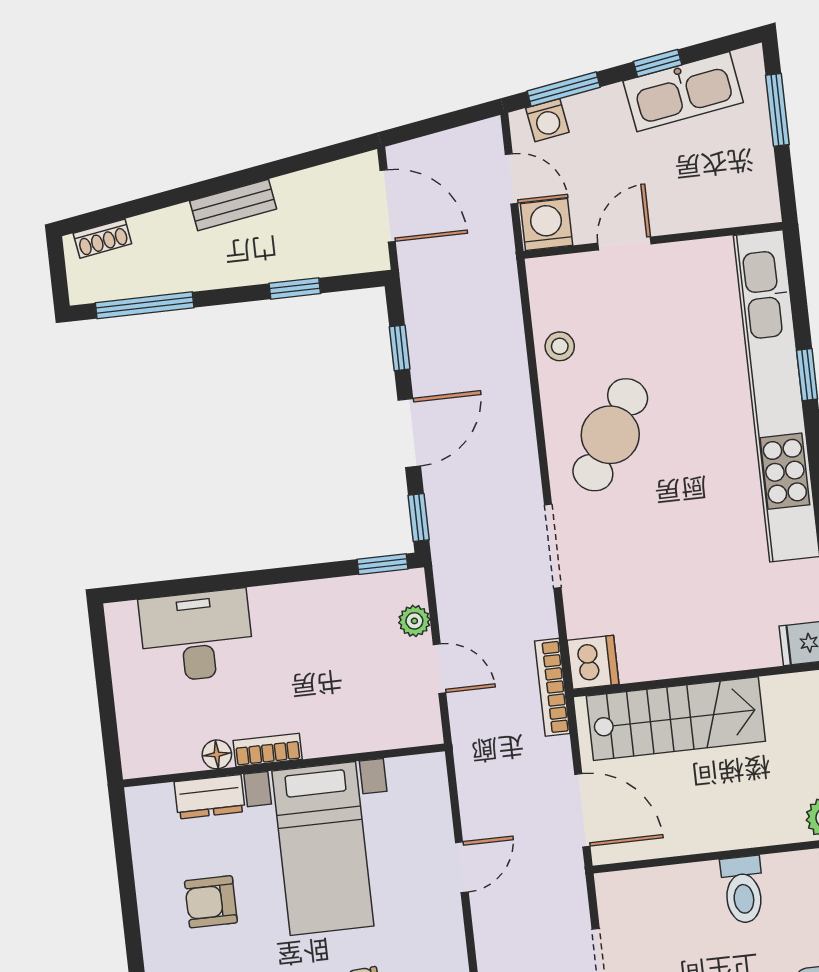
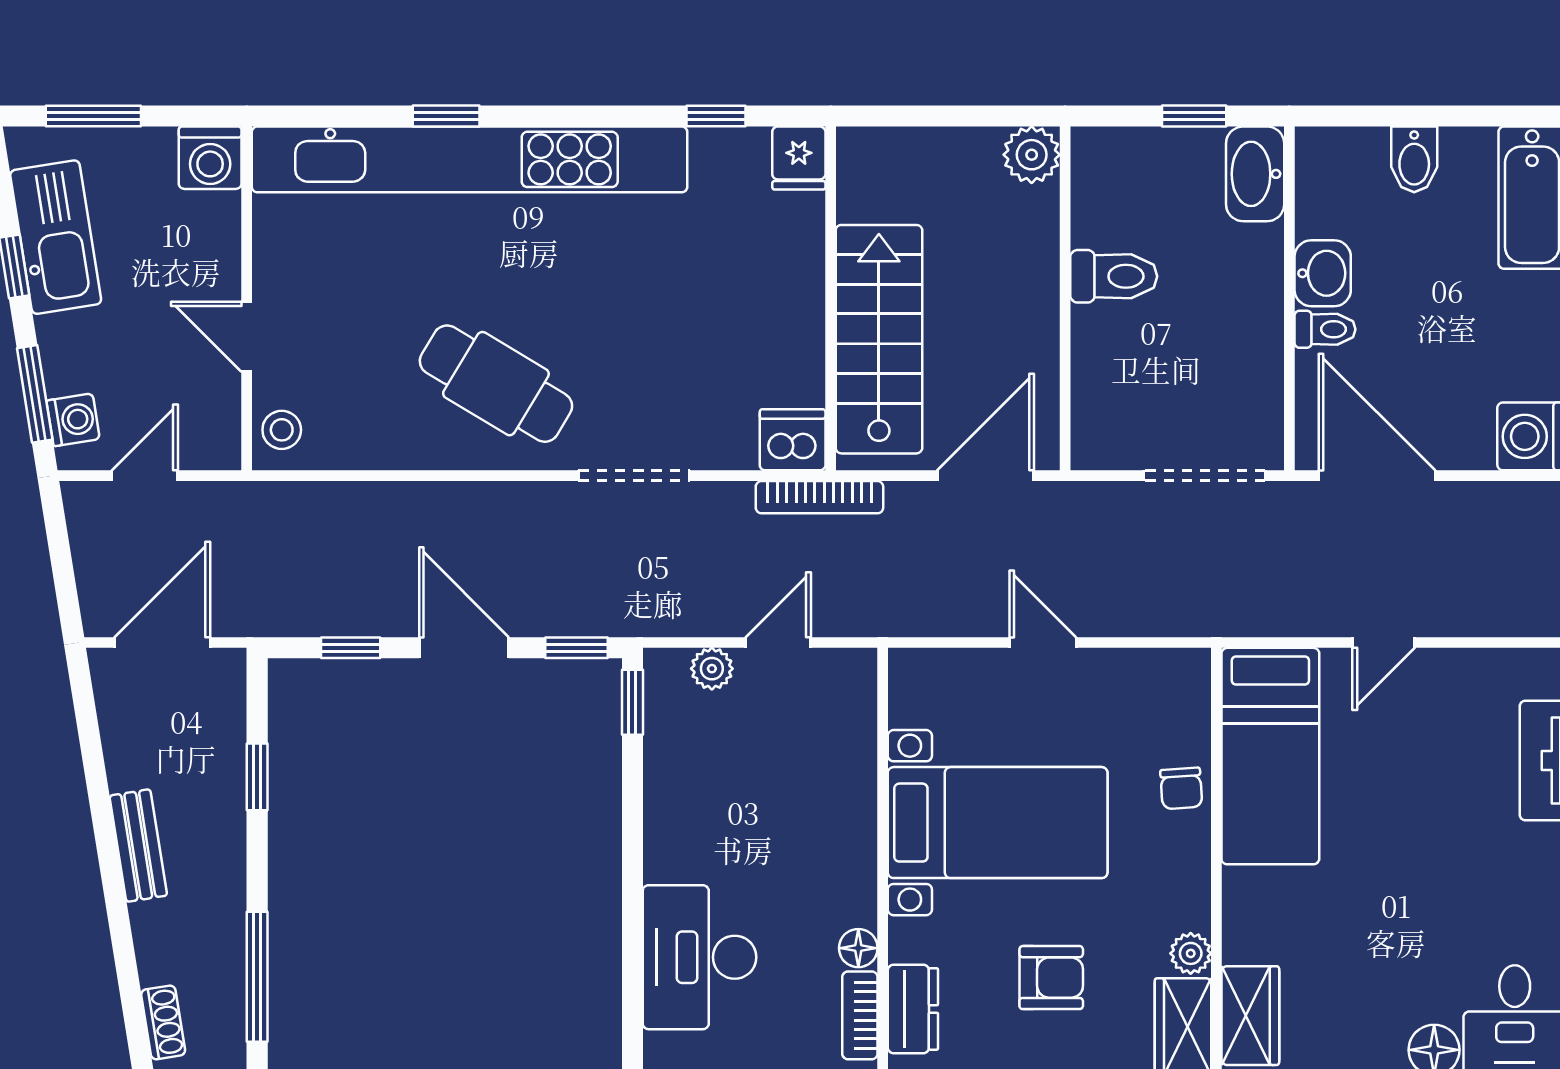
washing machine: (546, 224) -> (210, 158), moved, turned -90
stool: (560, 346) -> (282, 430), moved
bookcase: (268, 750) -> (860, 1015), moved
dresser: (210, 797) -> (913, 1009), moved
armchair: (211, 902) -> (1051, 978), turned -90

